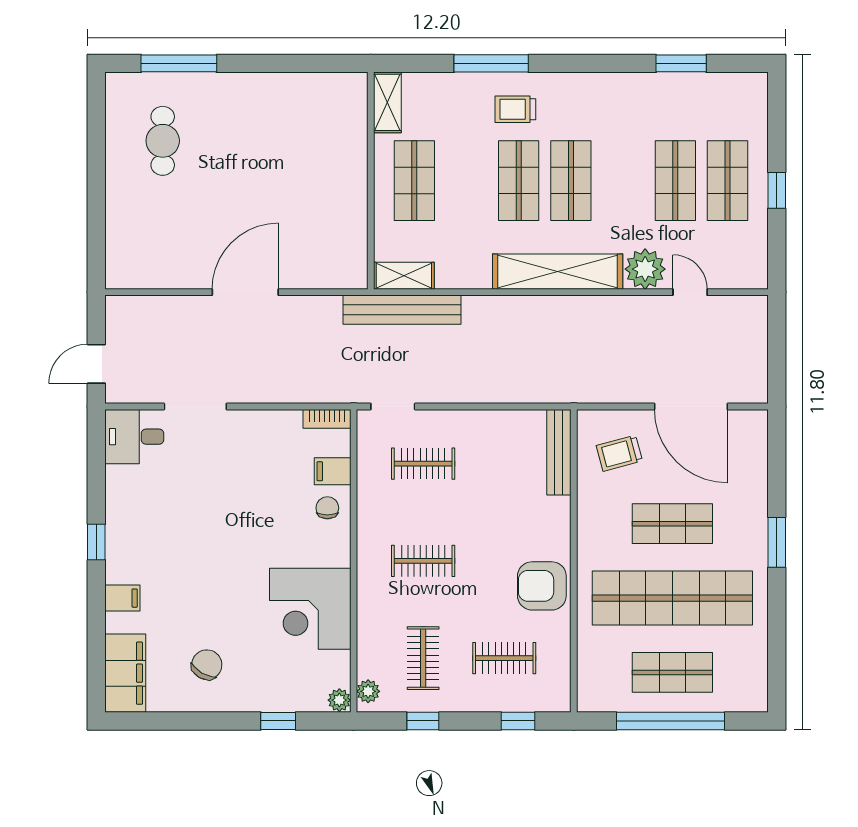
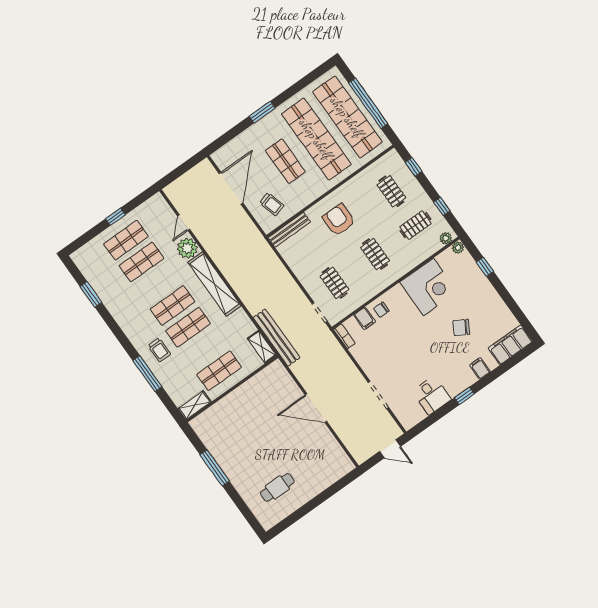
window: (179, 63) -> (215, 468), moved
desk: (134, 437) -> (432, 395), moved
armchair: (542, 586) -> (339, 220), moved, turned 180
chair: (207, 665) -> (461, 327), moved
shop shelf: (672, 672) -> (347, 117), width x2.00, depth x1.36

